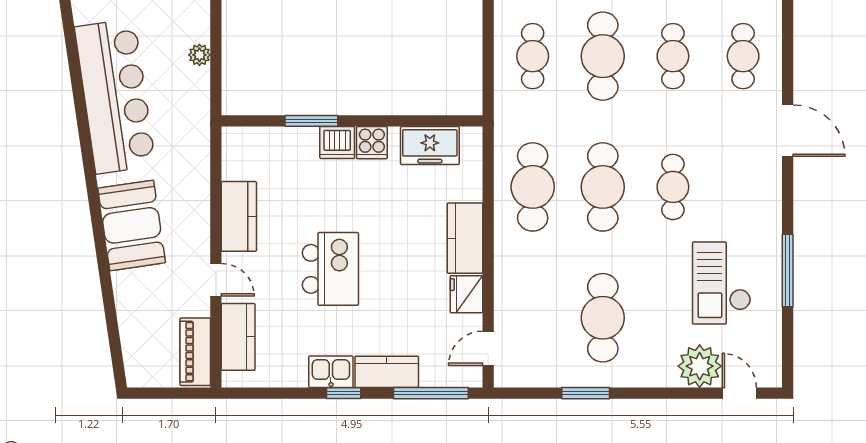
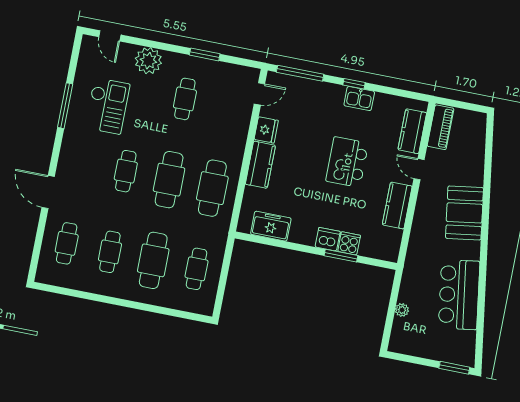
bar counter: (115, 96) -> (459, 295), width x0.73
cooker: (372, 143) -> (349, 243), moved
cafe table: (603, 318) -> (185, 99), width x0.73, depth x0.74
plant: (700, 366) -> (148, 61), moved
kitchen counter: (387, 372) -> (325, 92), removed

